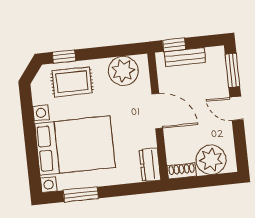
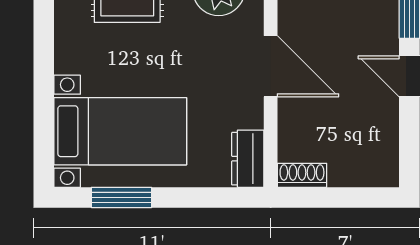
bed with nightstands: (75, 146) -> (120, 131), width x0.73
plant: (211, 160) -> (355, 161), removed

